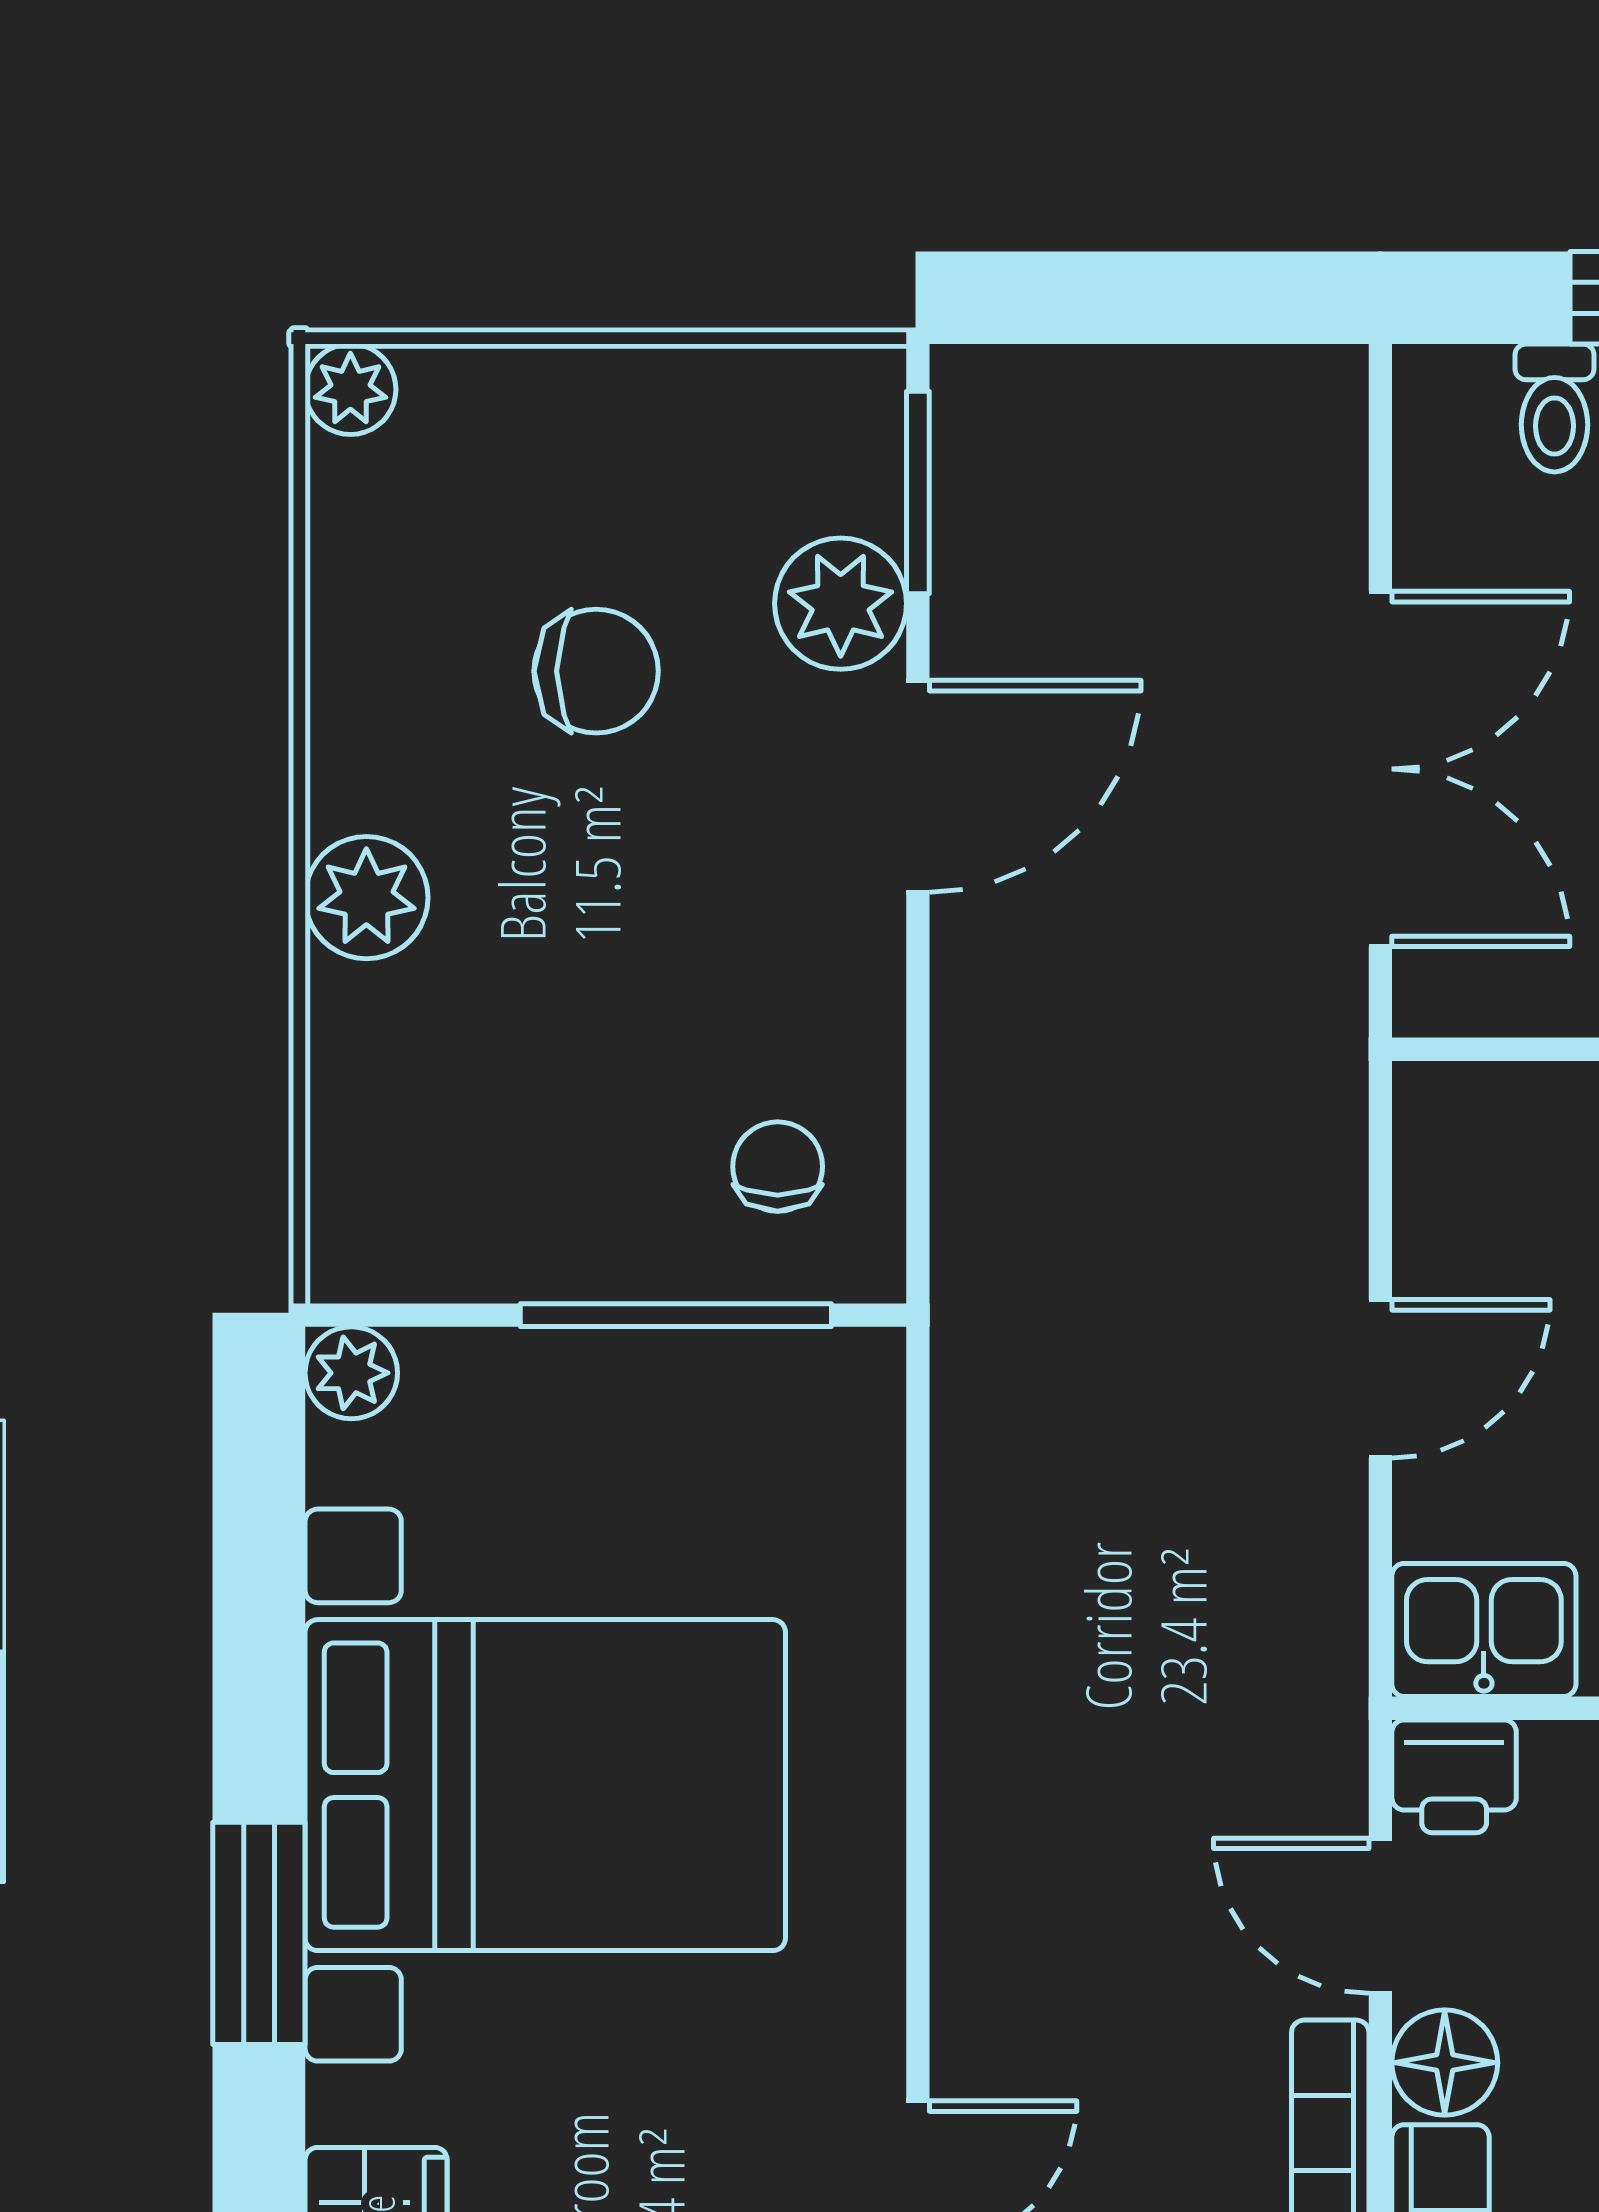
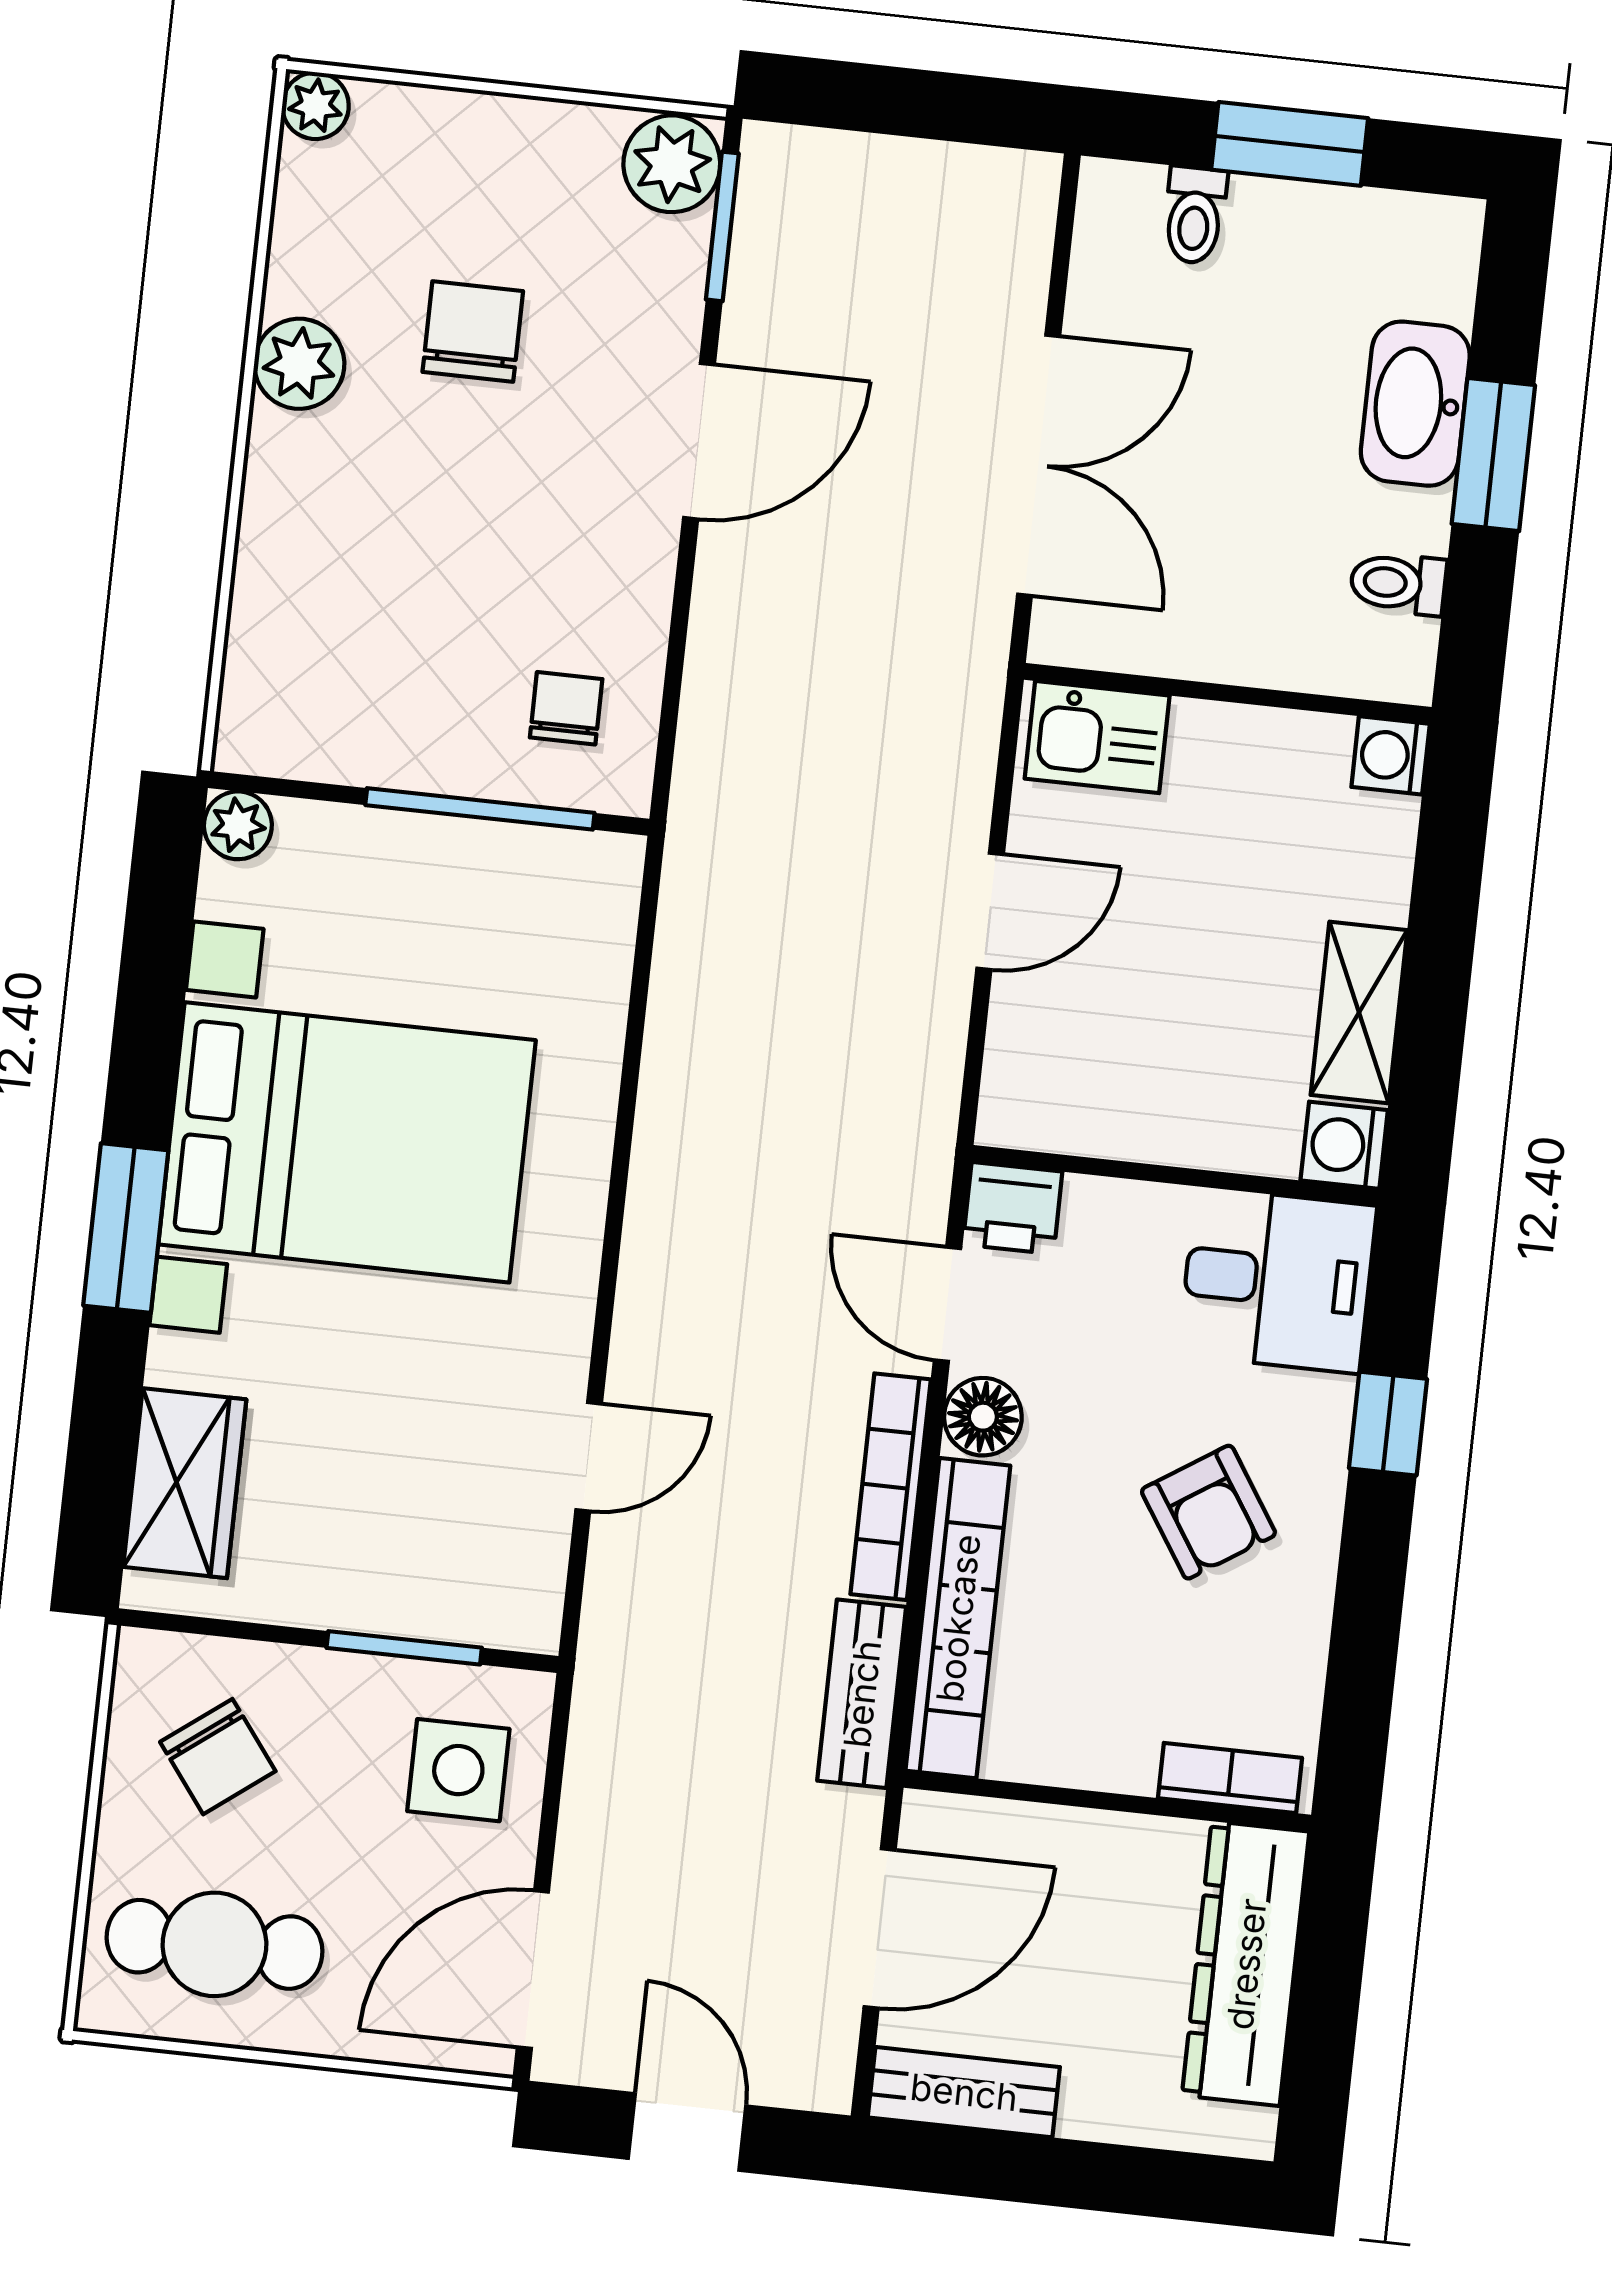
plant: (841, 604) -> (672, 164), moved
chair: (596, 671) -> (473, 332), turned -90
plant: (366, 898) -> (299, 364), moved
kitchen sink: (1484, 1630) -> (1097, 737), moved, turned 180

